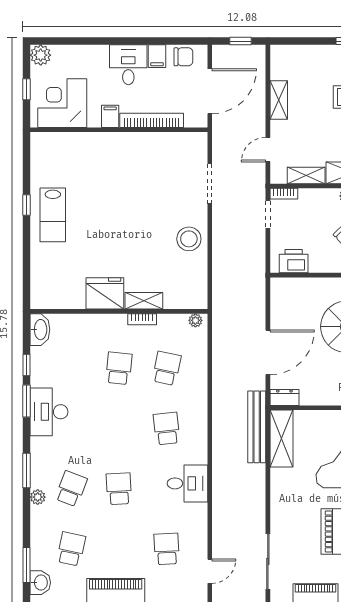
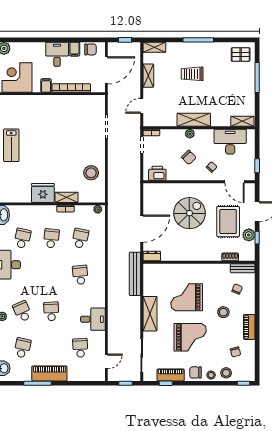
shelving: (306, 175) -> (154, 47), moved
stool: (189, 239) -> (91, 173), moved
school desk: (71, 368) -> (22, 238), added
shelving: (282, 439) -> (150, 314), moved
desk: (187, 483) -> (93, 319), moved
school desk: (71, 489) -> (22, 311), turned -45

